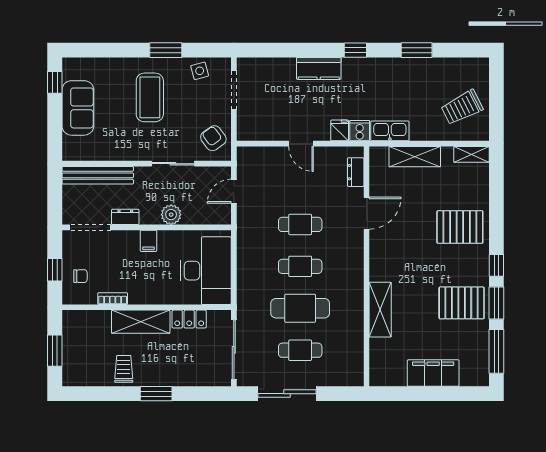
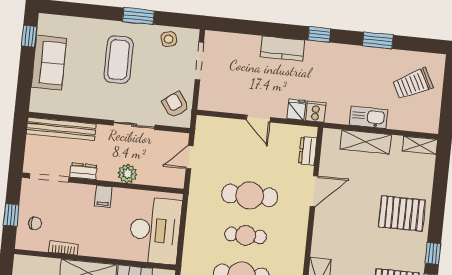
trolley: (462, 107) -> (413, 84), moved
kitchen sink: (390, 131) -> (369, 117), moved
cafe table: (300, 224) -> (250, 195), width x1.37, depth x1.35

